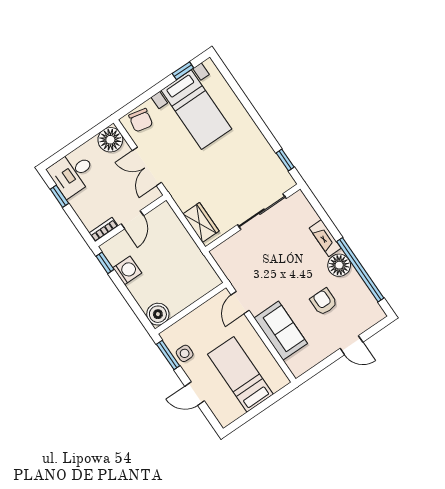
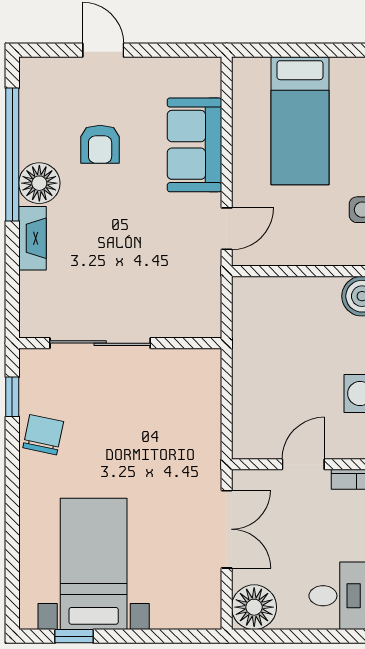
chair: (141, 120) -> (43, 435), moved
wardrobe: (201, 223) -> (203, 390), removed

